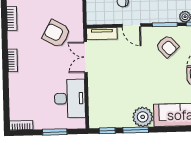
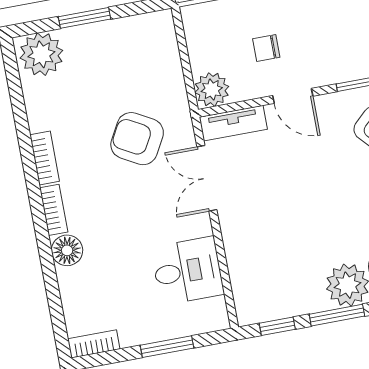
plant: (94, 17) -> (212, 90), added
bookcase: (12, 18) -> (45, 158), moved
floor lamp: (16, 80) -> (67, 250), added
desk: (70, 98) -> (187, 271), width x0.73

